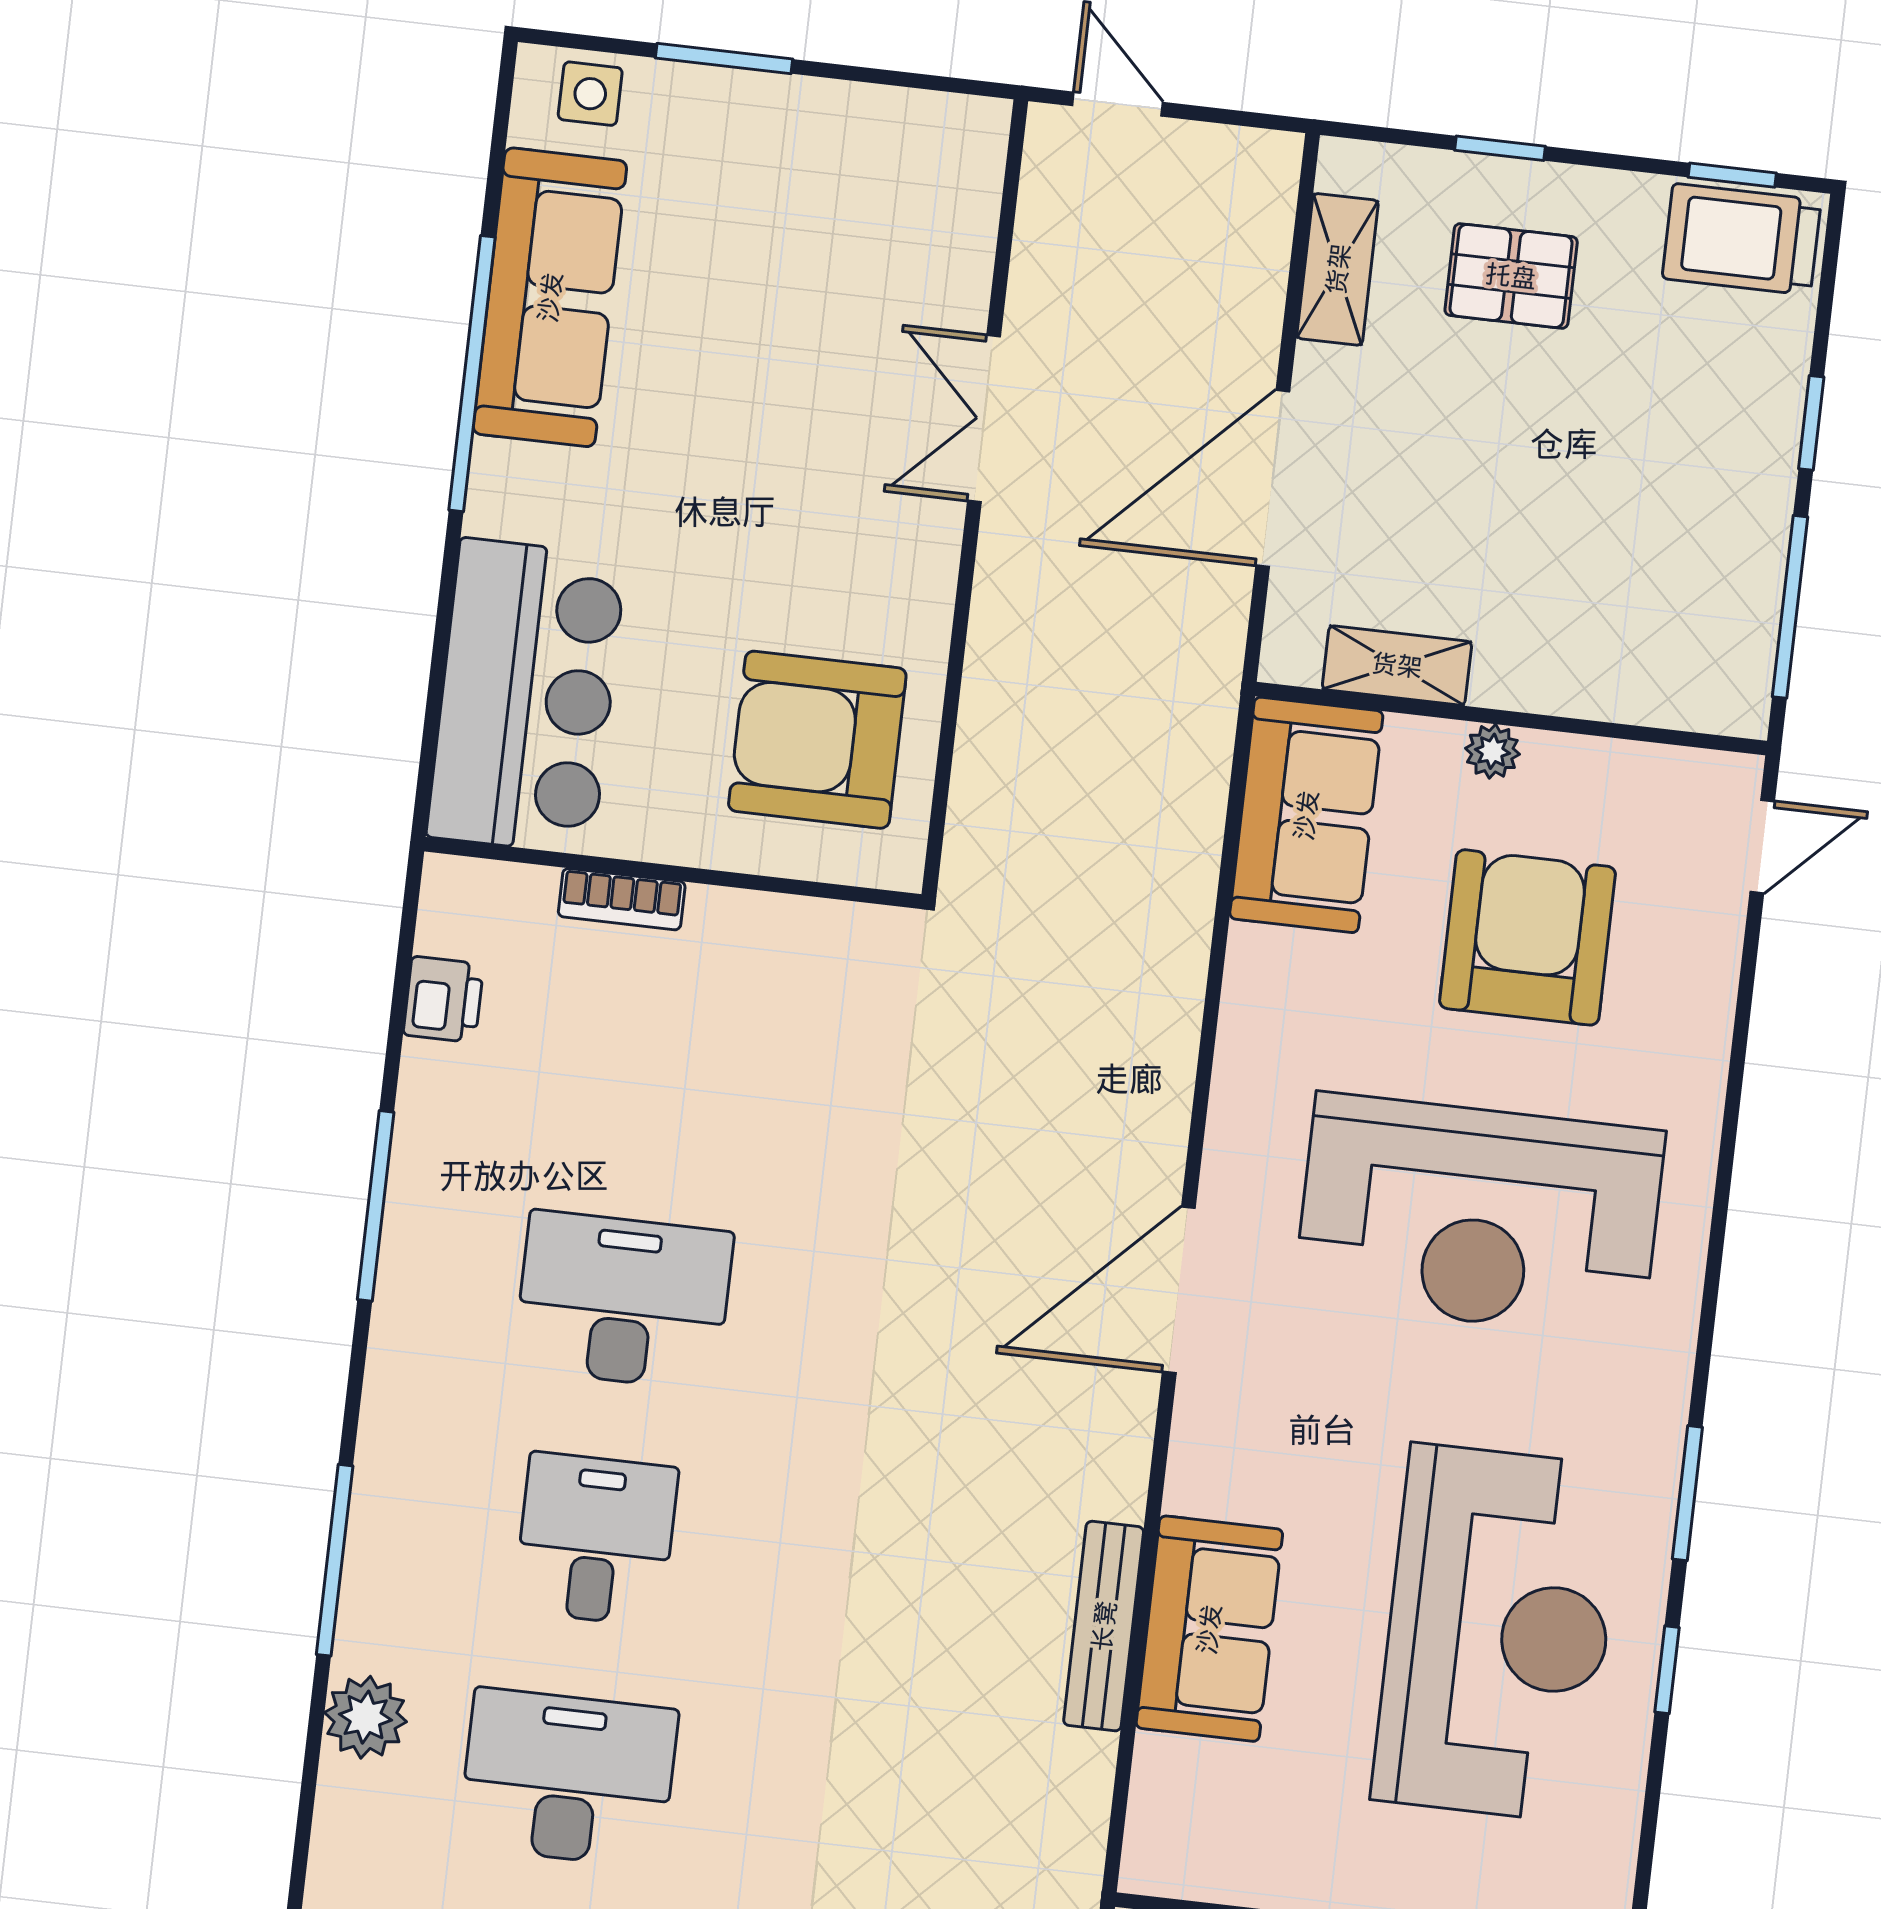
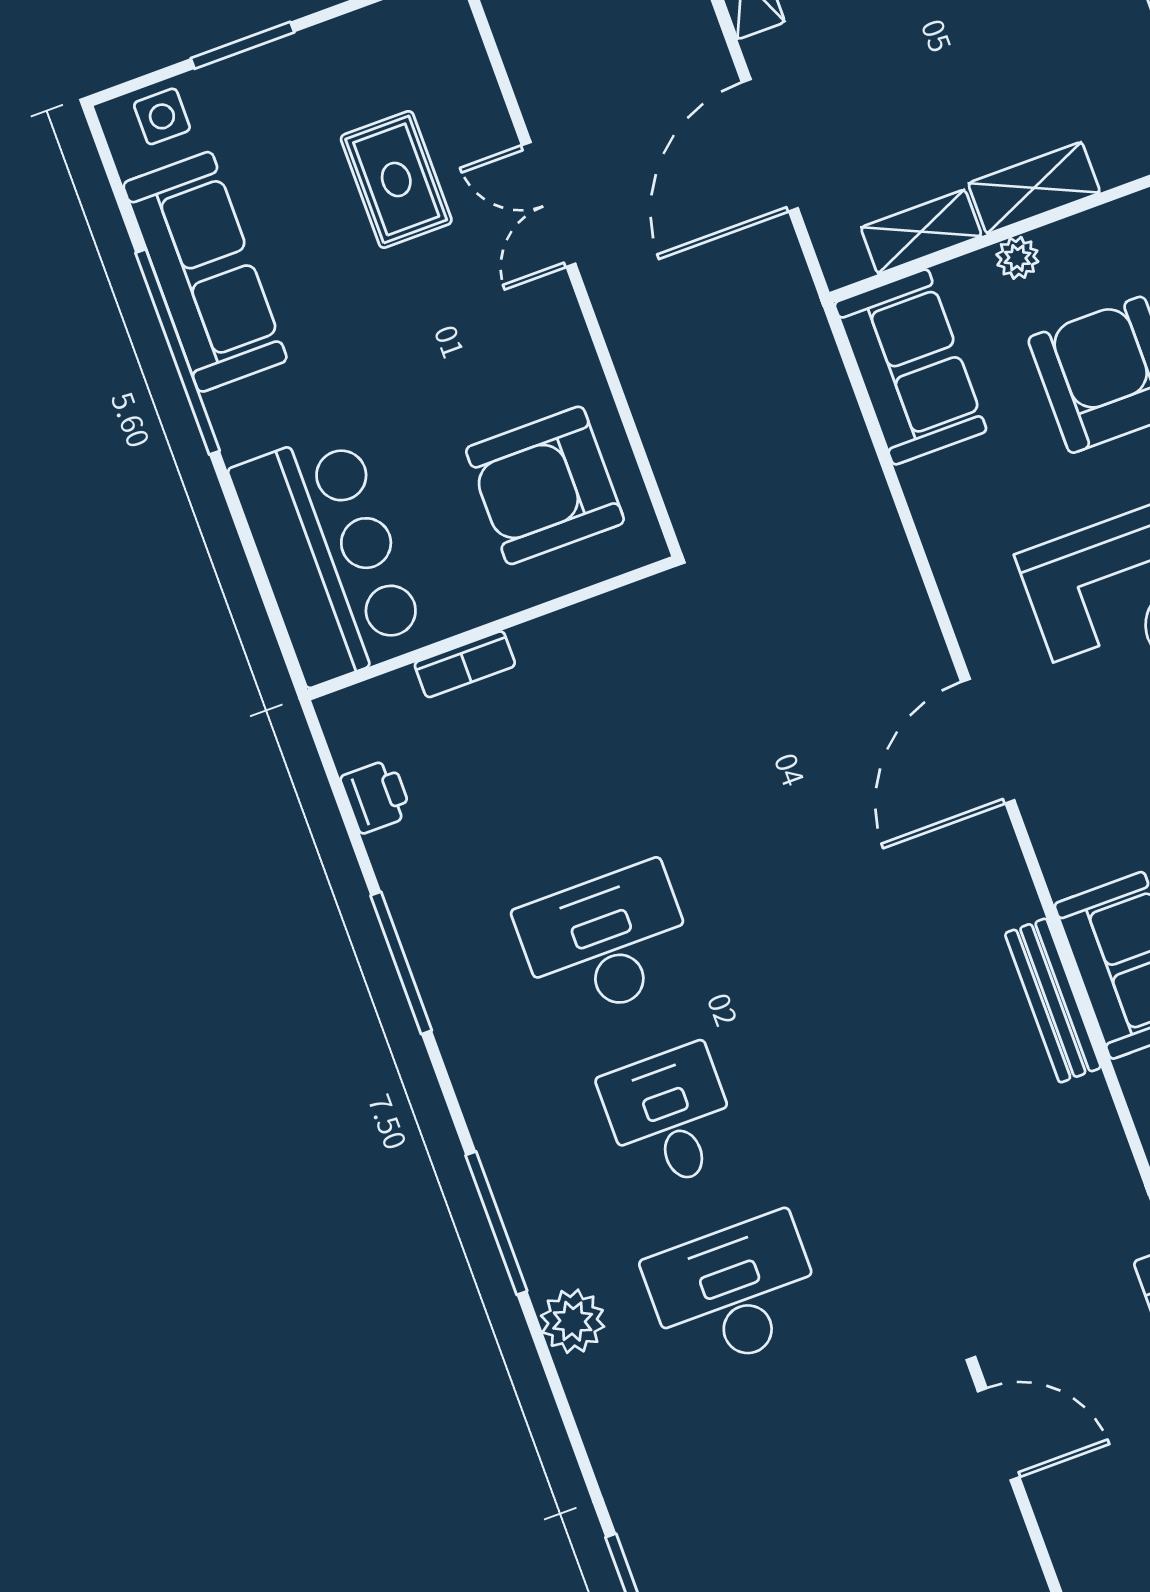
rug: (823, 302) -> (396, 179), added
shelving: (1552, 680) -> (1034, 188), added

